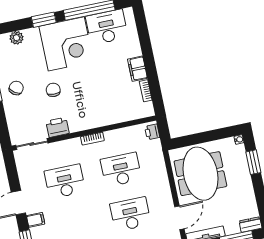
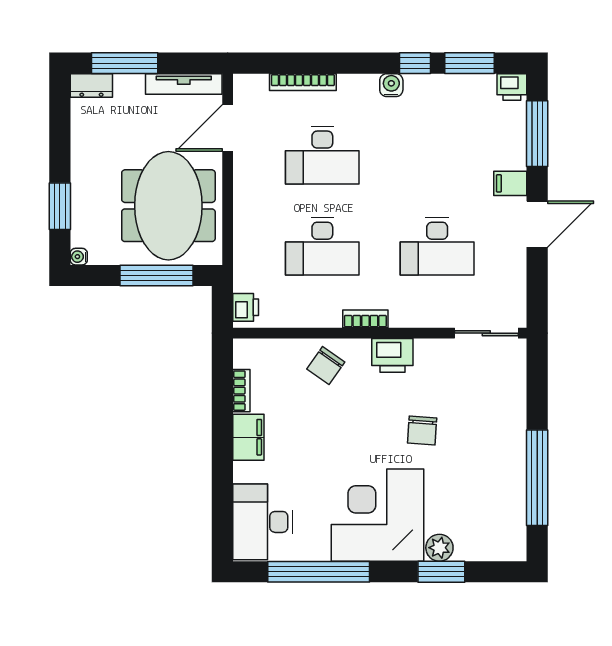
window: (44, 20) -> (441, 572), moved
desk: (107, 27) -> (263, 522), moved, turned 90
plant: (17, 38) -> (439, 548), moved
chair: (16, 88) -> (326, 366), moved
printer: (57, 127) -> (392, 355), moved
window: (199, 138) -> (156, 275), added

